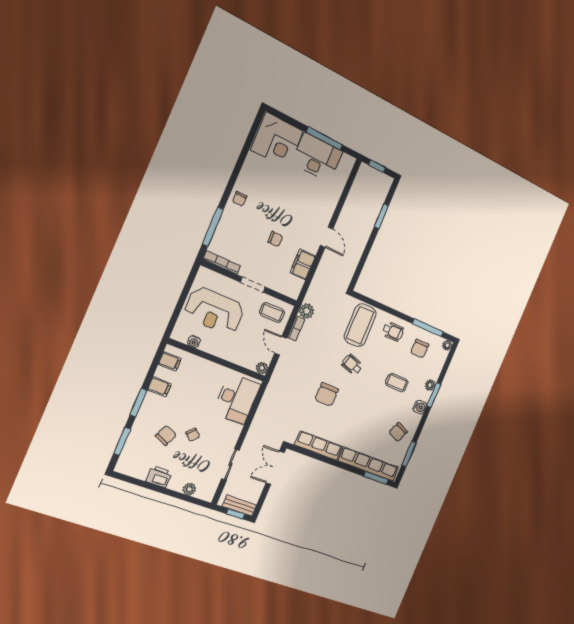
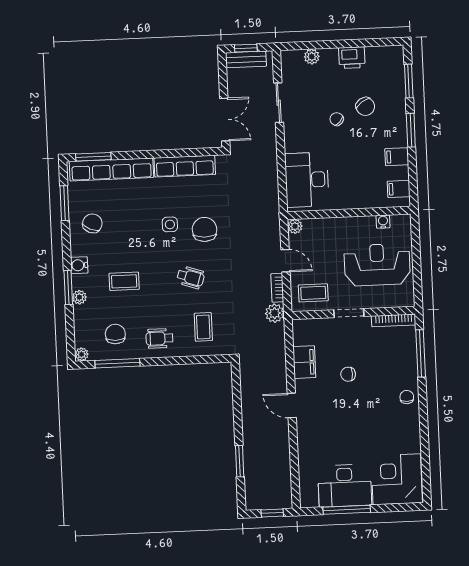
coffee table: (360, 325) -> (203, 327), width x0.54, depth x0.58
side table: (348, 409) -> (170, 224), added
chair: (166, 435) -> (365, 107), turned -59

